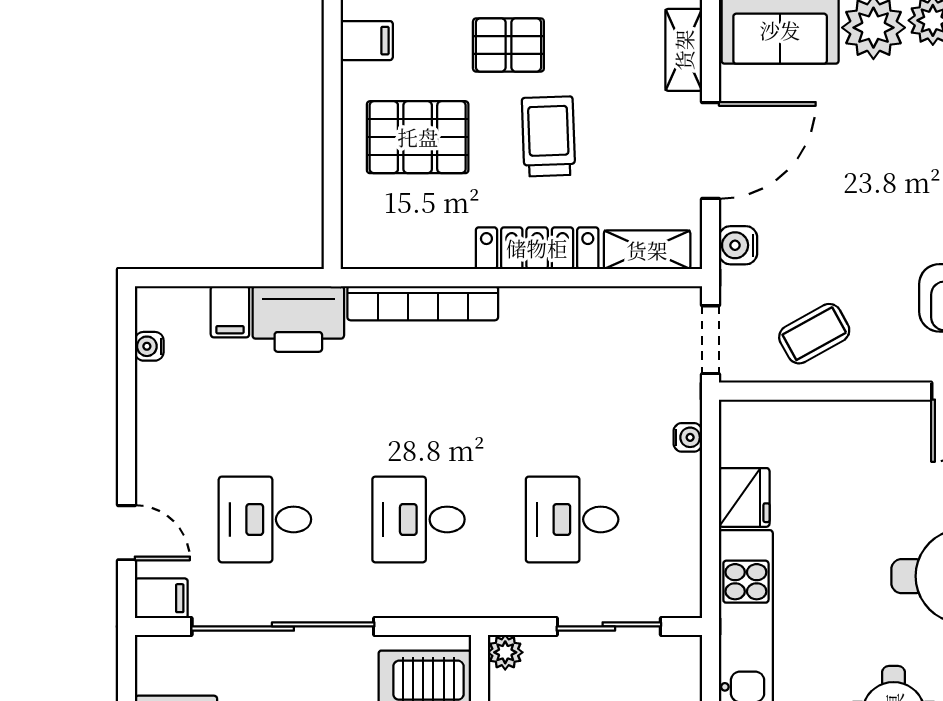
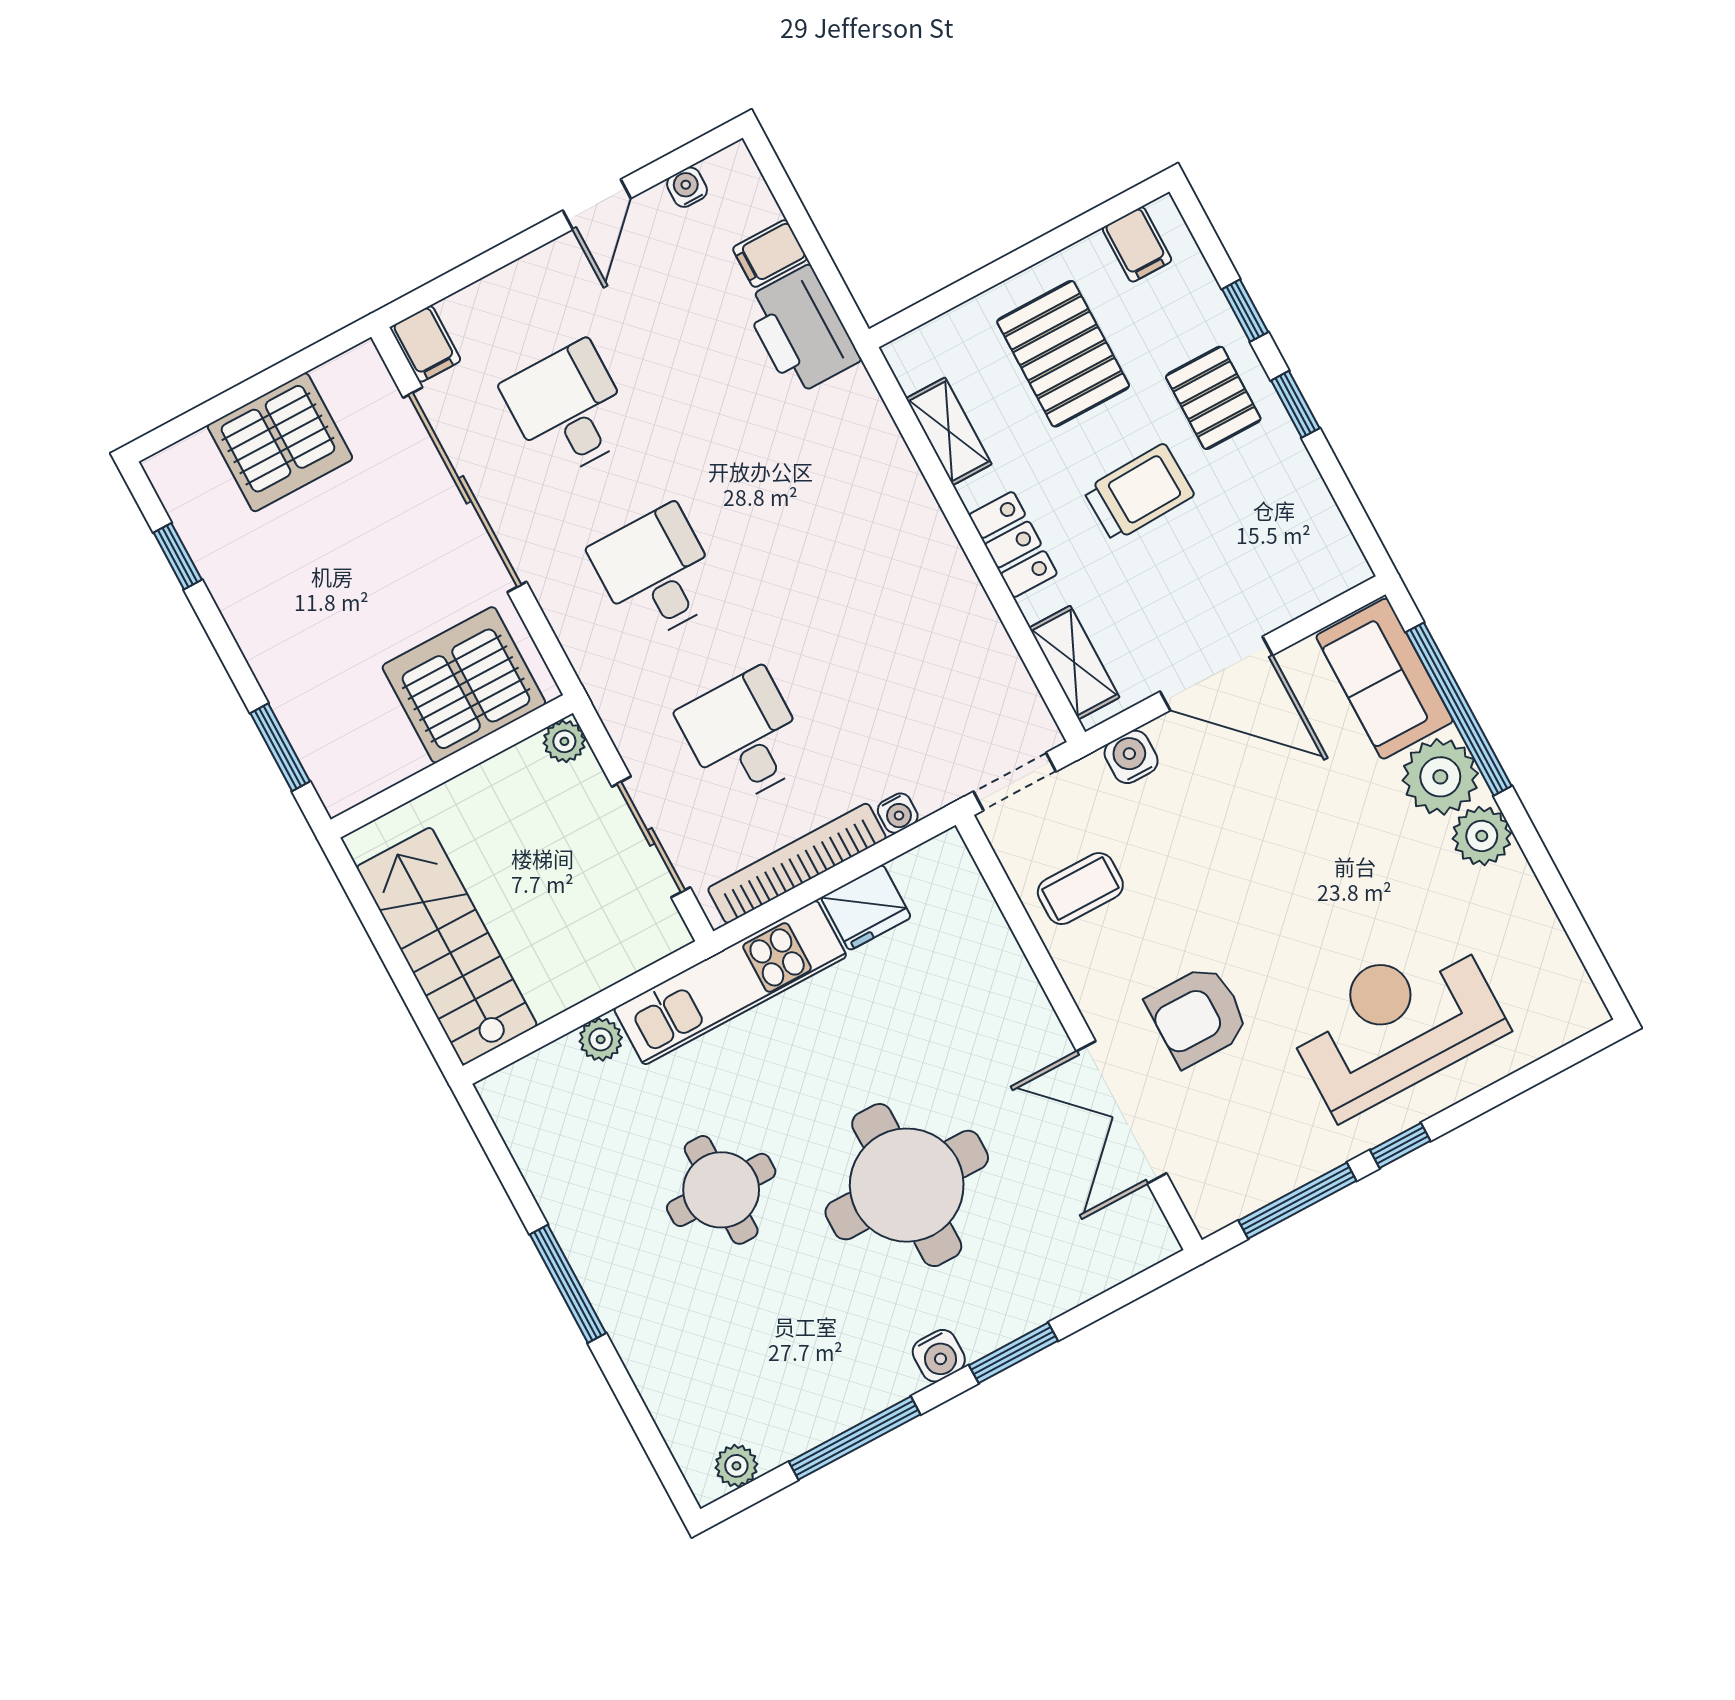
shelving: (684, 50) -> (949, 431), moved, turned 90
locker: (537, 248) -> (1013, 545), width x0.66
bookcase: (423, 303) -> (797, 863), moved, turned 90
coffee table: (814, 334) -> (1080, 889), turned -61
door: (126, 533) -> (597, 204), moved

